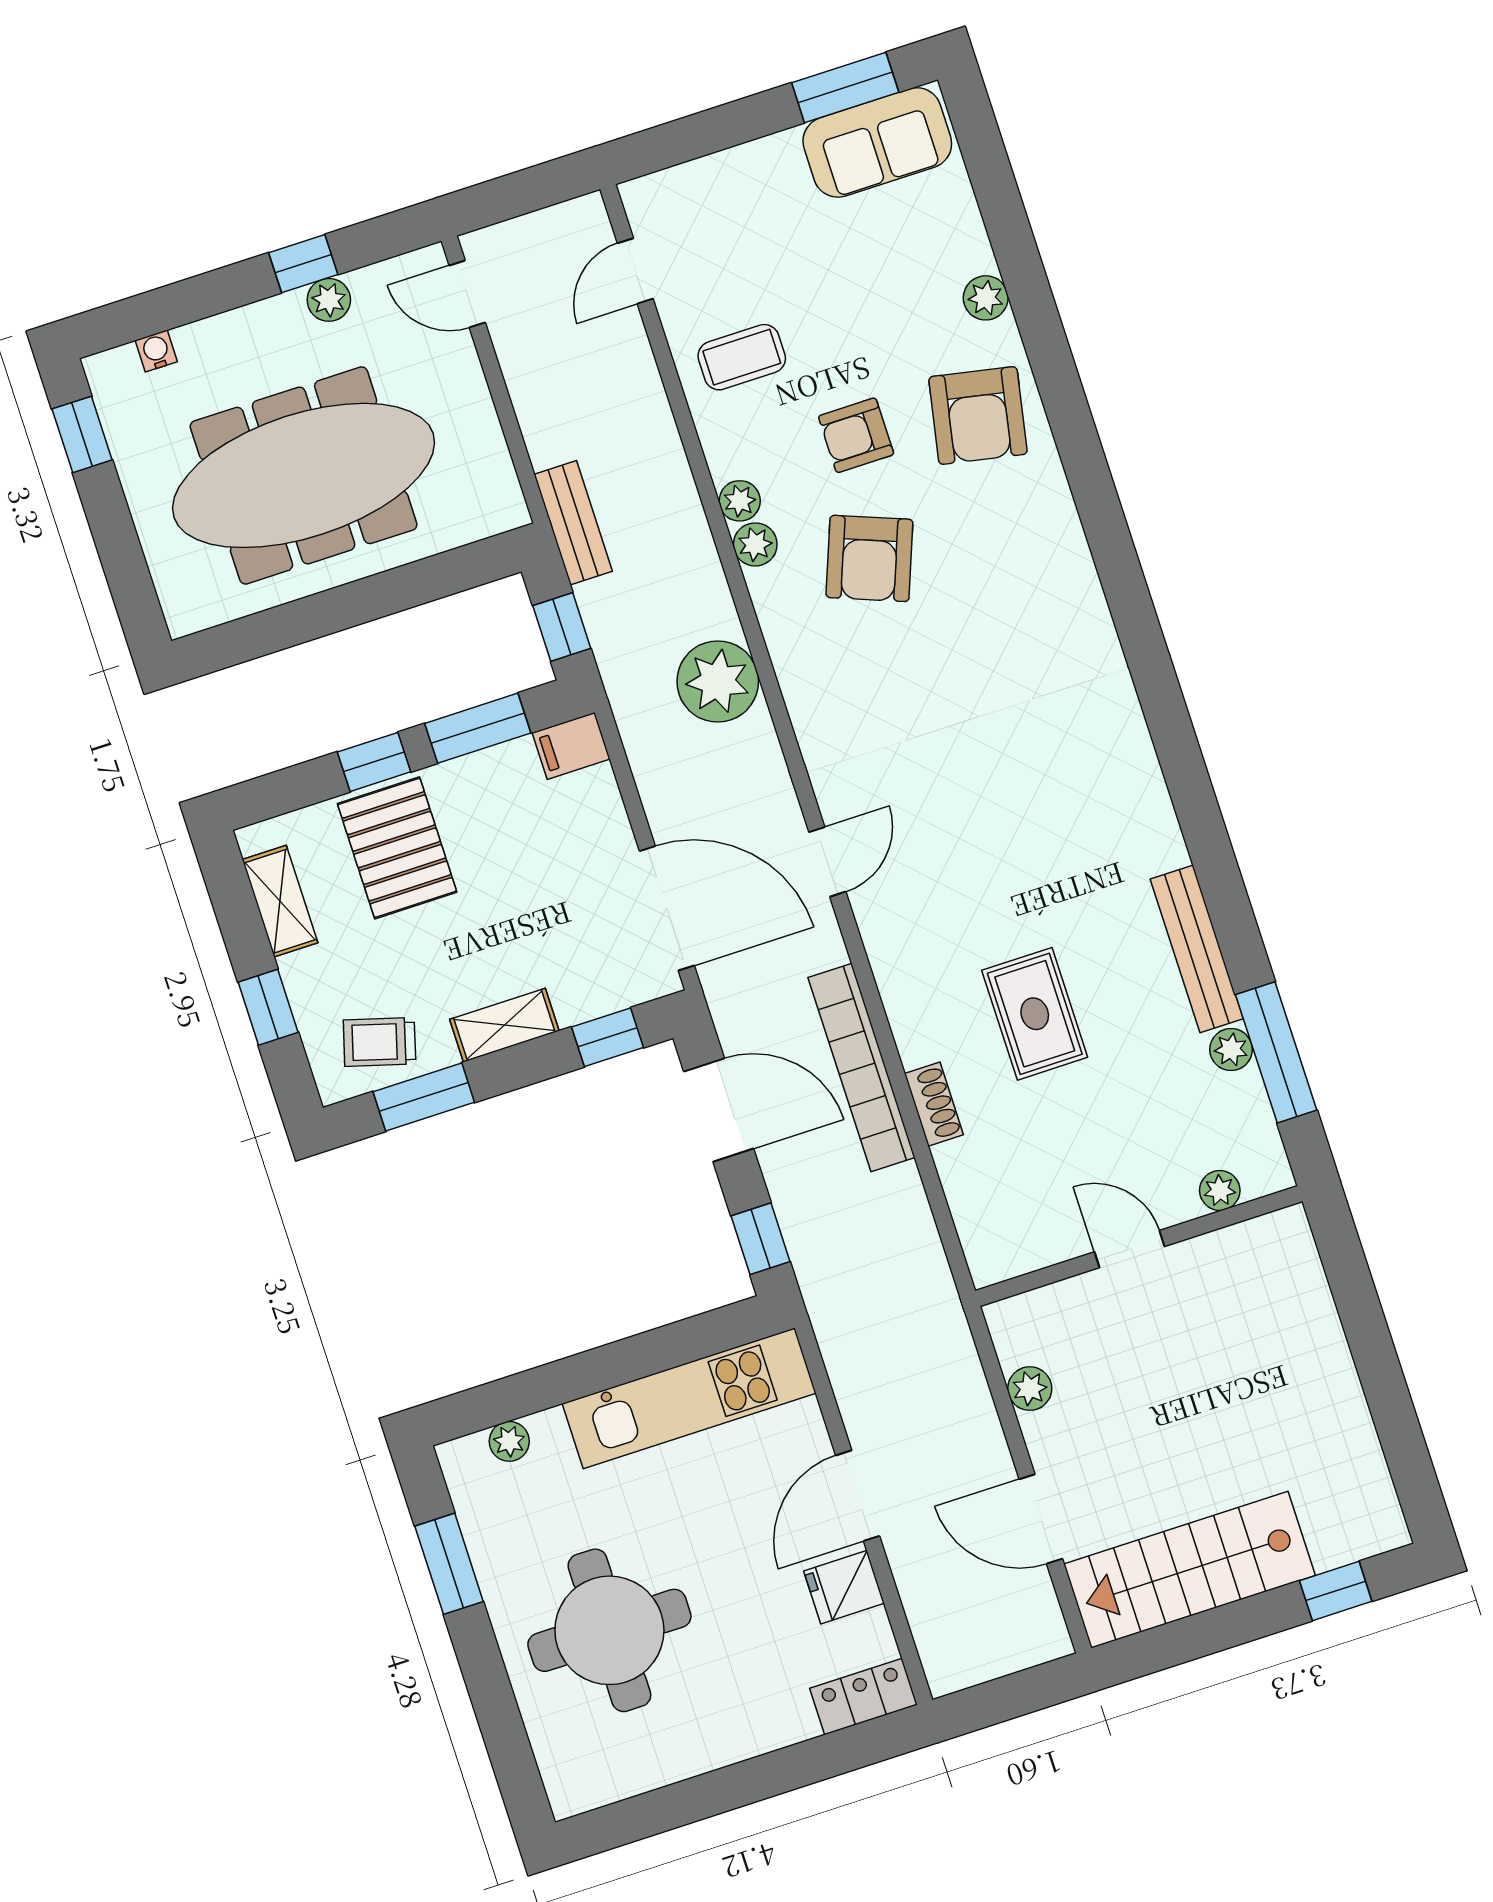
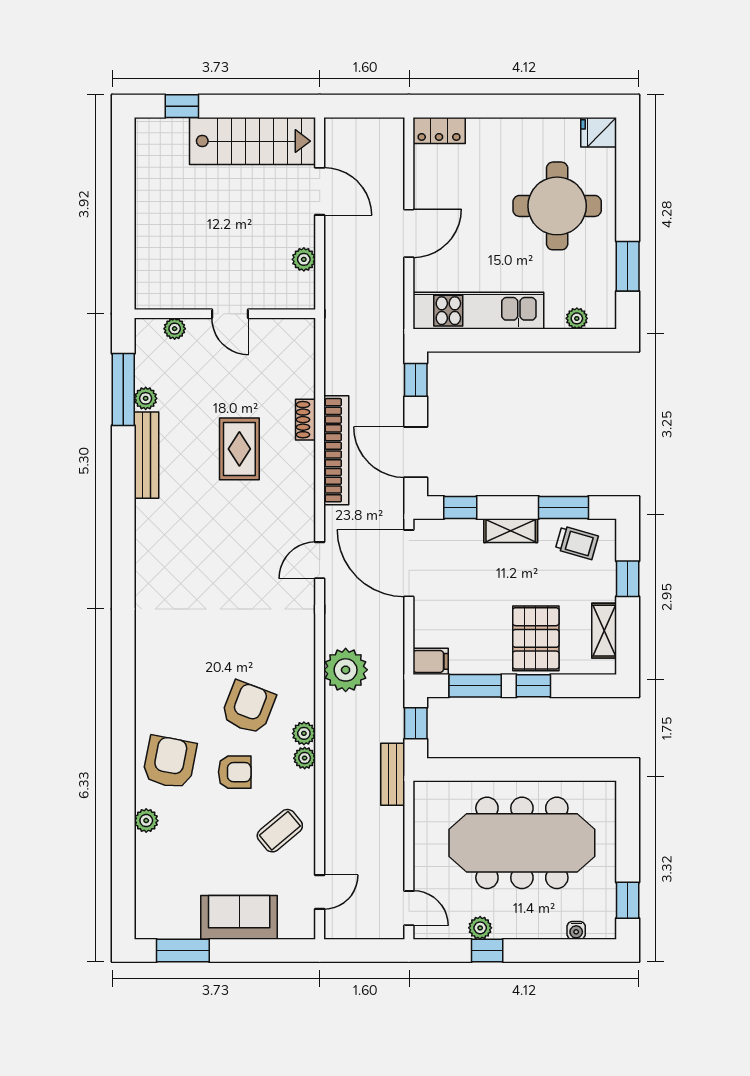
sofa: (877, 142) -> (239, 917), moved
coffee table: (742, 357) -> (280, 831), turned -40
fridge: (844, 1587) -> (599, 132), moved, turned 180

